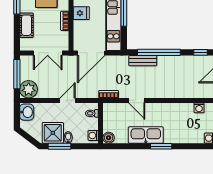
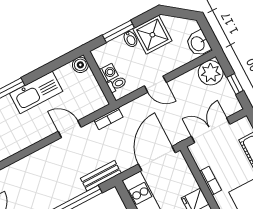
bench: (143, 61) -> (101, 176), moved
window: (17, 74) -> (235, 84), width x0.46
door: (67, 100) -> (155, 84), hinge flipped
washing machine: (93, 136) -> (109, 73), moved
window: (60, 146) -> (118, 31), moved

